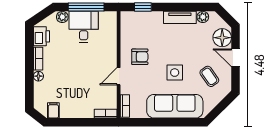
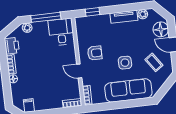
desk: (84, 27) -> (61, 32), moved
door: (119, 76) -> (79, 71), hinge flipped

